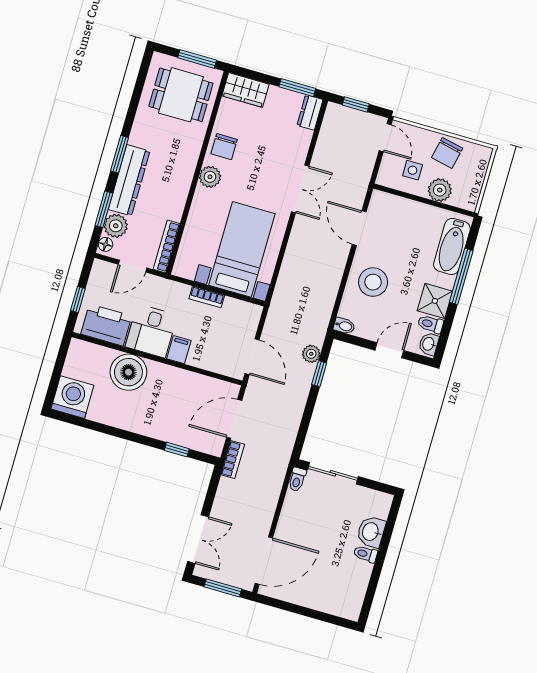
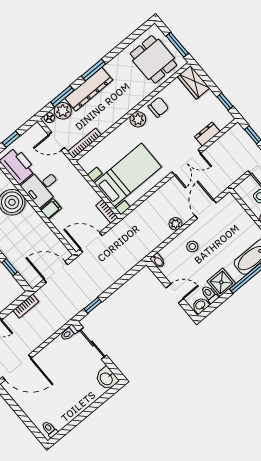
window: (297, 88) -> (225, 102), width x0.67
dresser: (310, 112) -> (207, 134), moved
chair: (224, 147) -> (158, 107), turned 180
stool: (373, 282) -> (192, 247), width x0.53, depth x0.53
bookcase: (207, 297) -> (107, 211), moved
plant: (311, 354) -> (175, 224), moved
door: (252, 357) -> (91, 242), swing flipped
window: (319, 374) -> (93, 305), moved
bookcase: (233, 460) -> (26, 306), moved
washbasin: (371, 532) -> (107, 378), moved, turned -90
toilet: (365, 554) -> (50, 429), moved

